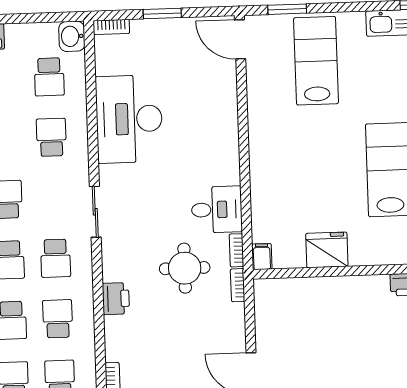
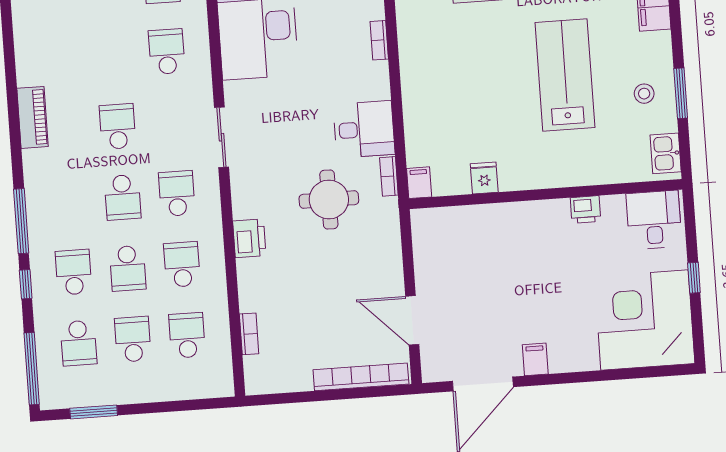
fridge: (327, 250) -> (484, 178), width x0.53, depth x0.75
school desk: (56, 258) -> (177, 193), turned 180
bookcase: (238, 285) -> (379, 40), moved

